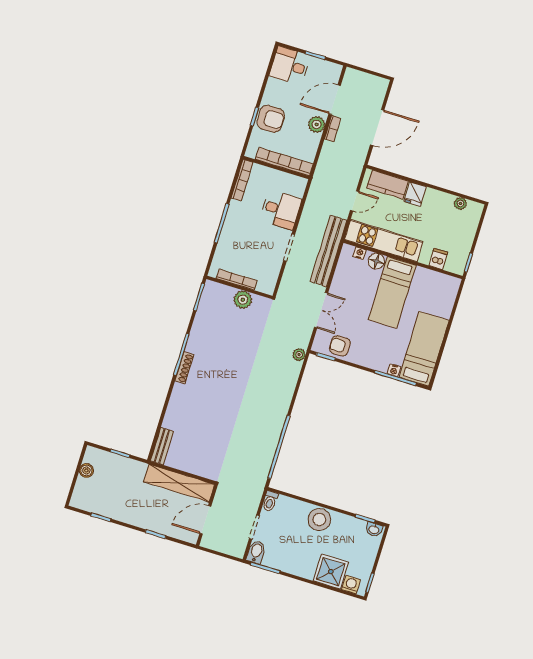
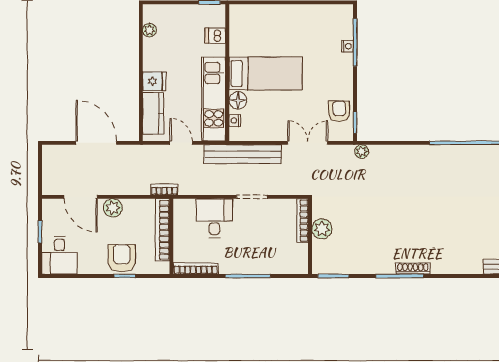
bookcase: (333, 129) -> (164, 190), moved
bookcase: (237, 280) -> (303, 221), moved
armchair: (340, 346) -> (339, 111), turned 180
bed: (424, 349) -> (315, 21), removed

